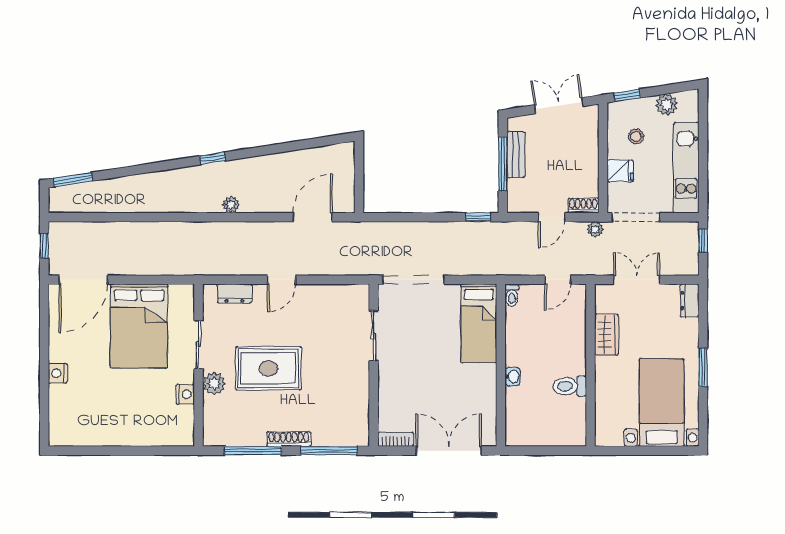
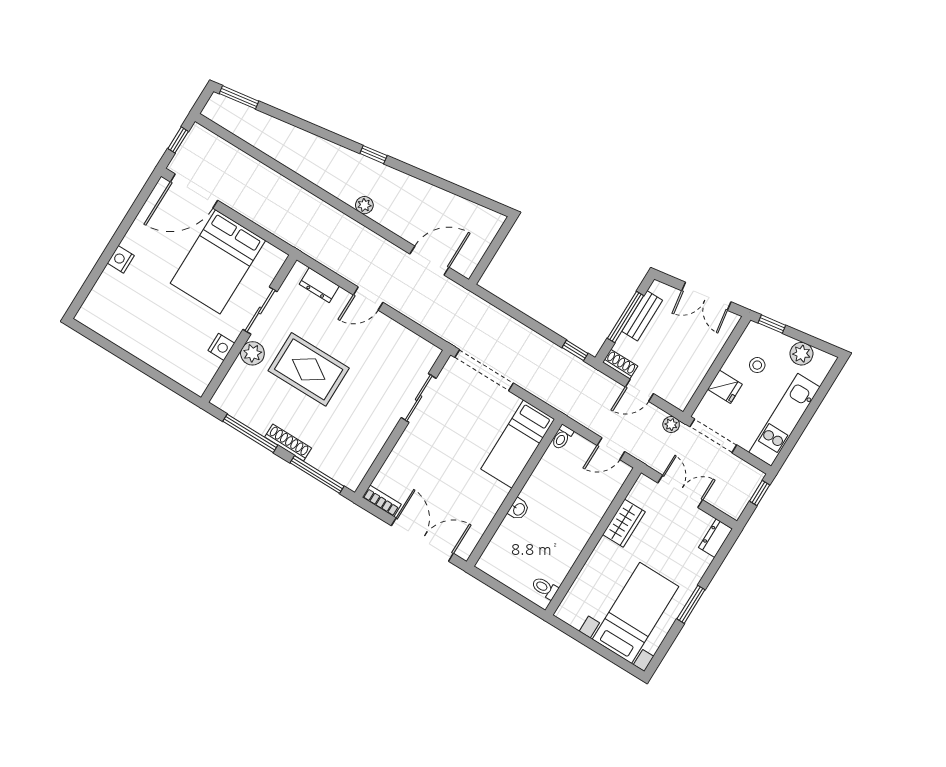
double door: (559, 106) -> (706, 296), swing flipped
shoe rack: (583, 205) -> (620, 364), moved
toilet: (570, 386) -> (545, 588), moved, width x0.73, depth x0.72

